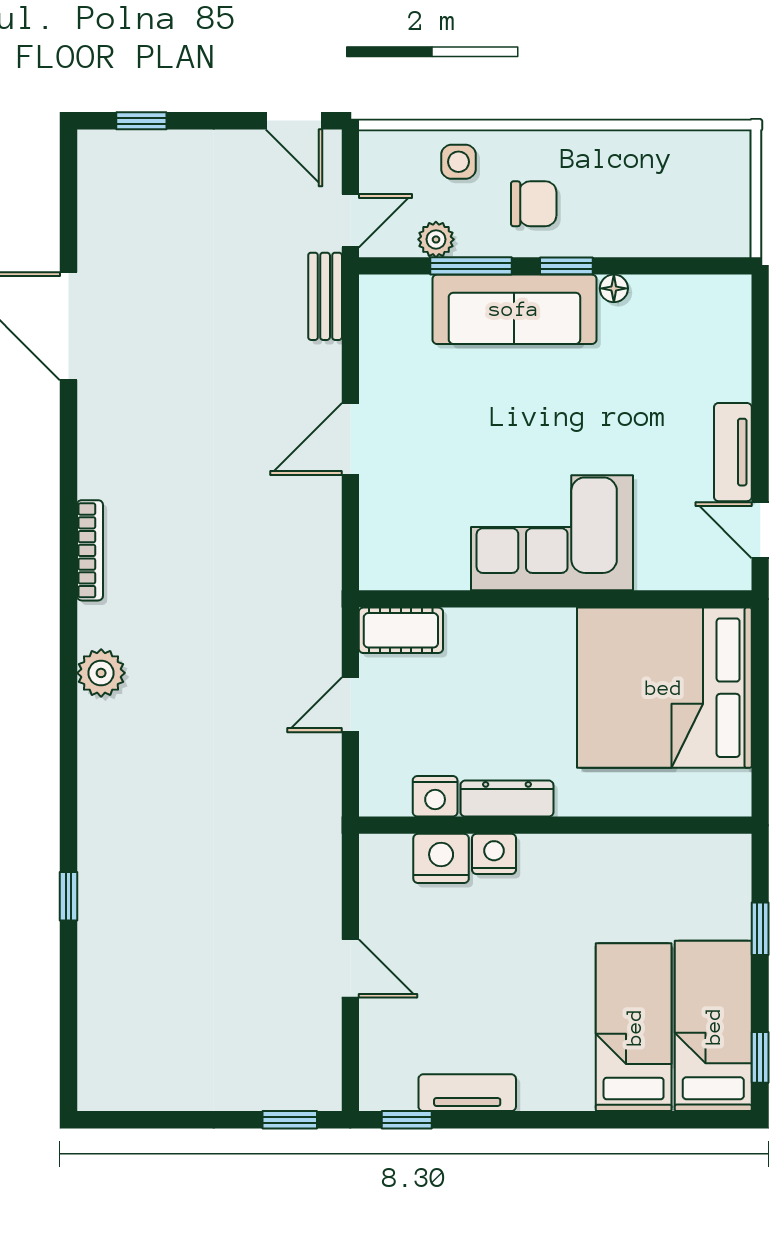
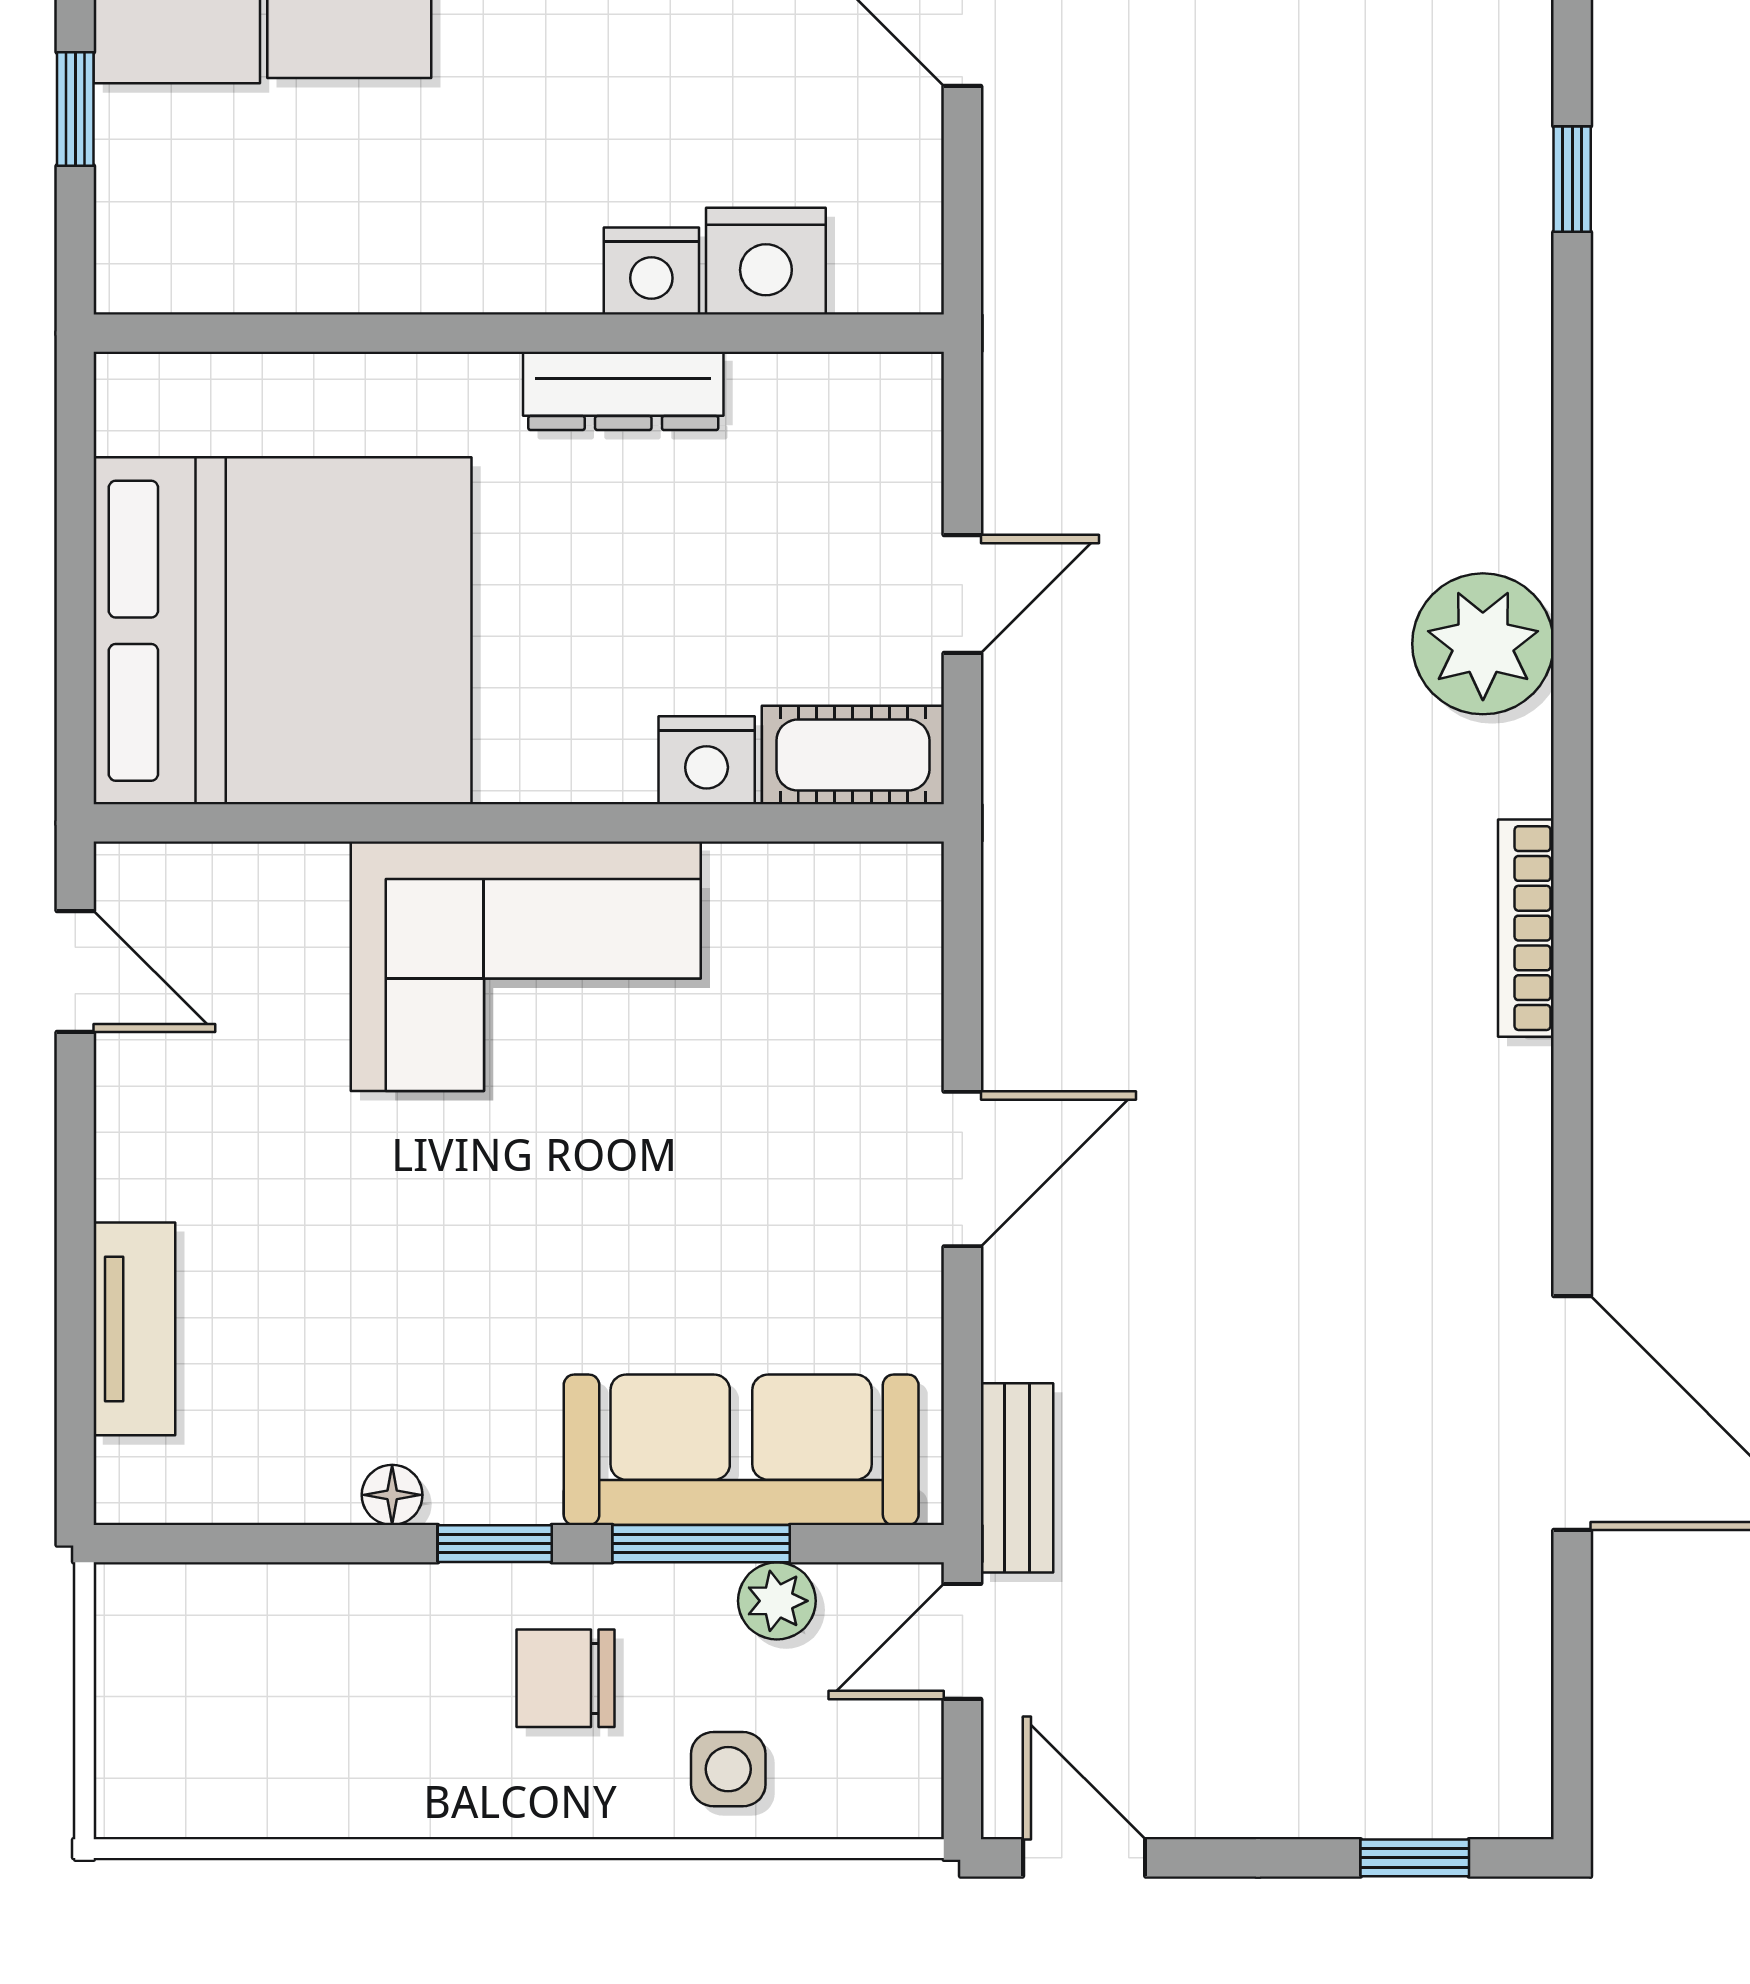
sofa: (514, 309) -> (741, 1450), moved
tv unit: (733, 452) -> (134, 1329), moved
plant: (101, 673) -> (1483, 644), width x1.36, depth x1.36
nightstand: (435, 796) -> (707, 760), moved, turned 180

